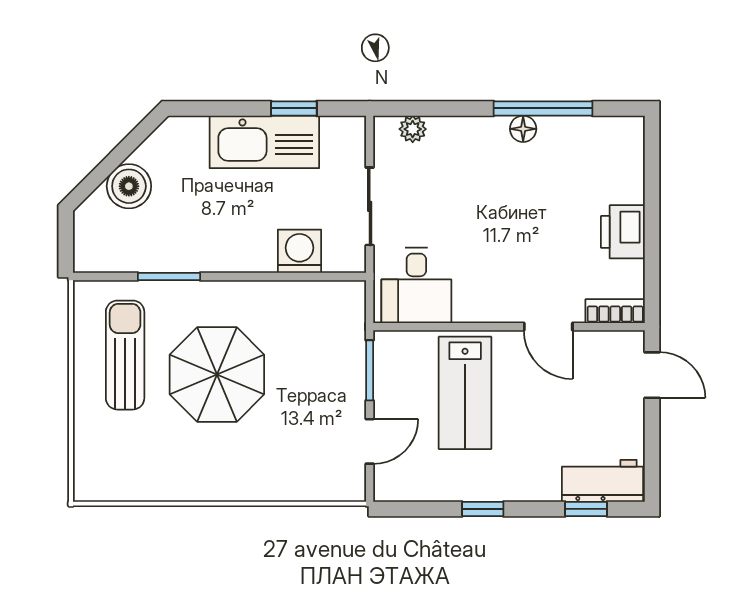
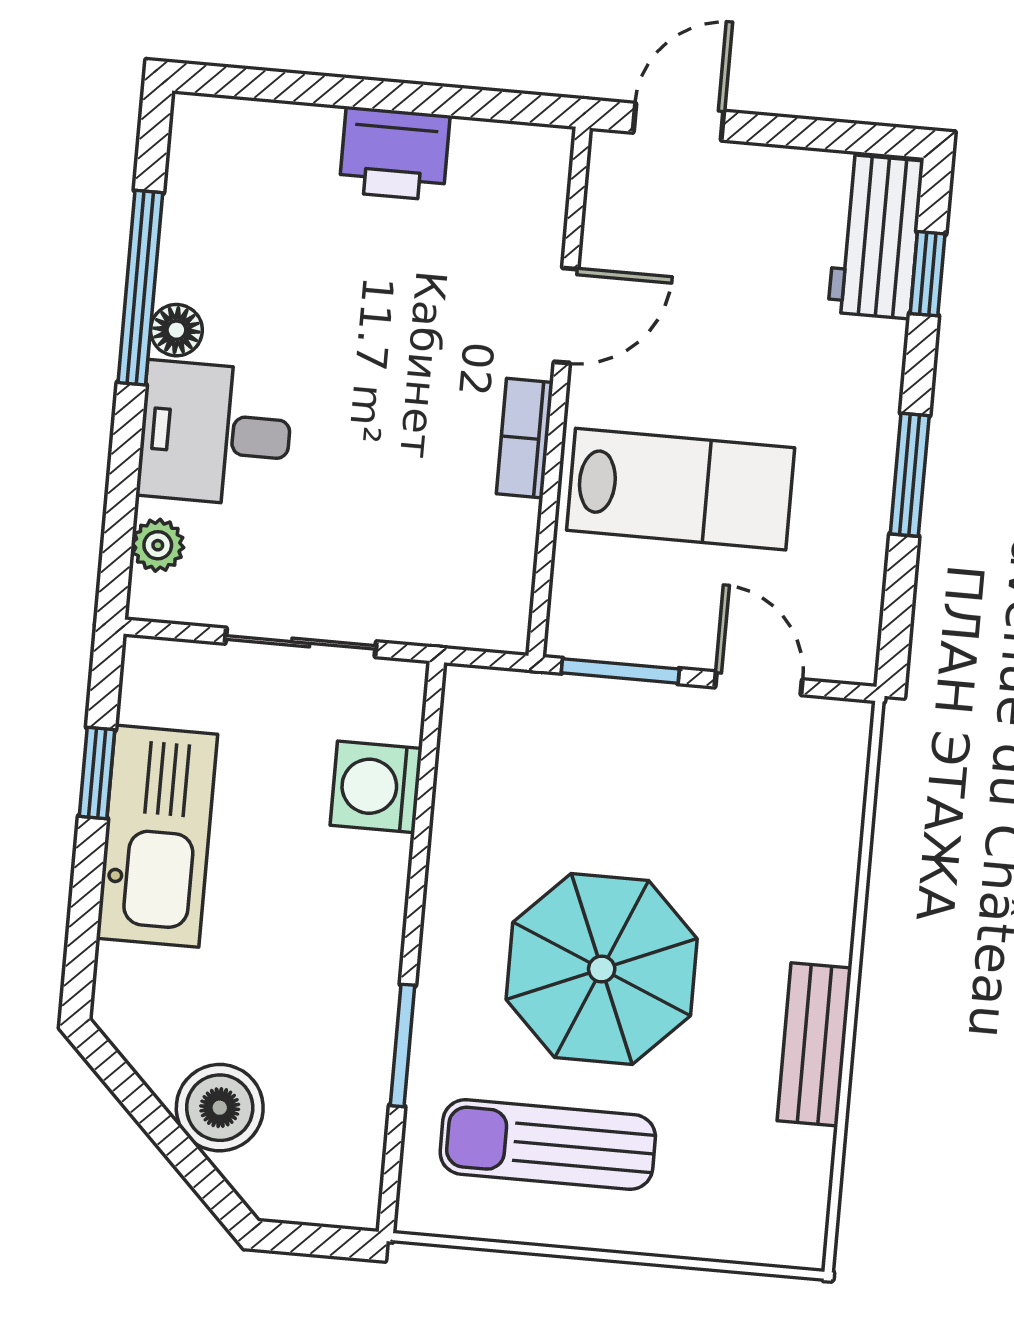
desk: (416, 285) -> (215, 434), moved, turned 180
bookcase: (615, 311) -> (525, 438), moved
bench: (188, 486) -> (814, 1044), added
window: (483, 509) -> (910, 475), width x1.50

